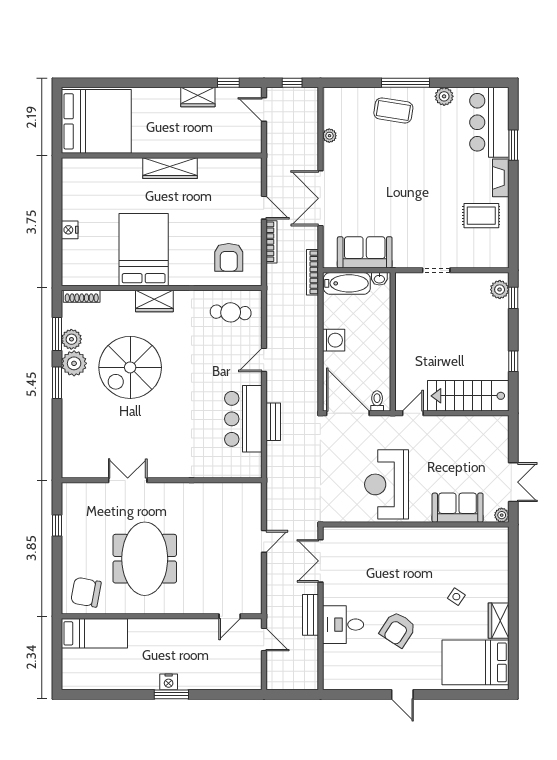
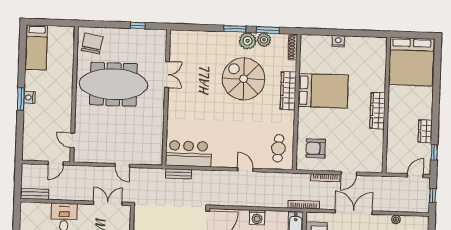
wardrobe: (154, 301) -> (288, 91), width x1.50
bar counter: (243, 419) -> (188, 154), moved
bench: (273, 422) -> (179, 174), moved
meeting table: (145, 559) -> (113, 84), width x1.36
bench: (310, 615) -> (34, 194), moved
bed: (94, 633) -> (37, 47), moved

